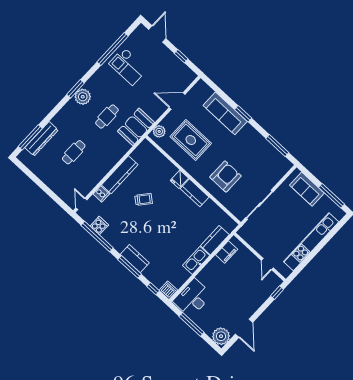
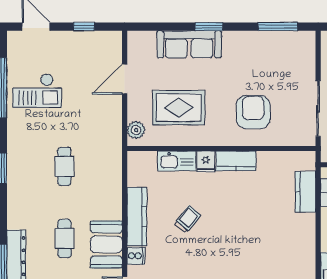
plant: (83, 97) -> (18, 169), removed
booth: (136, 127) -> (106, 244), moved
kitchen sink: (196, 260) -> (177, 161), moved, turned -90

